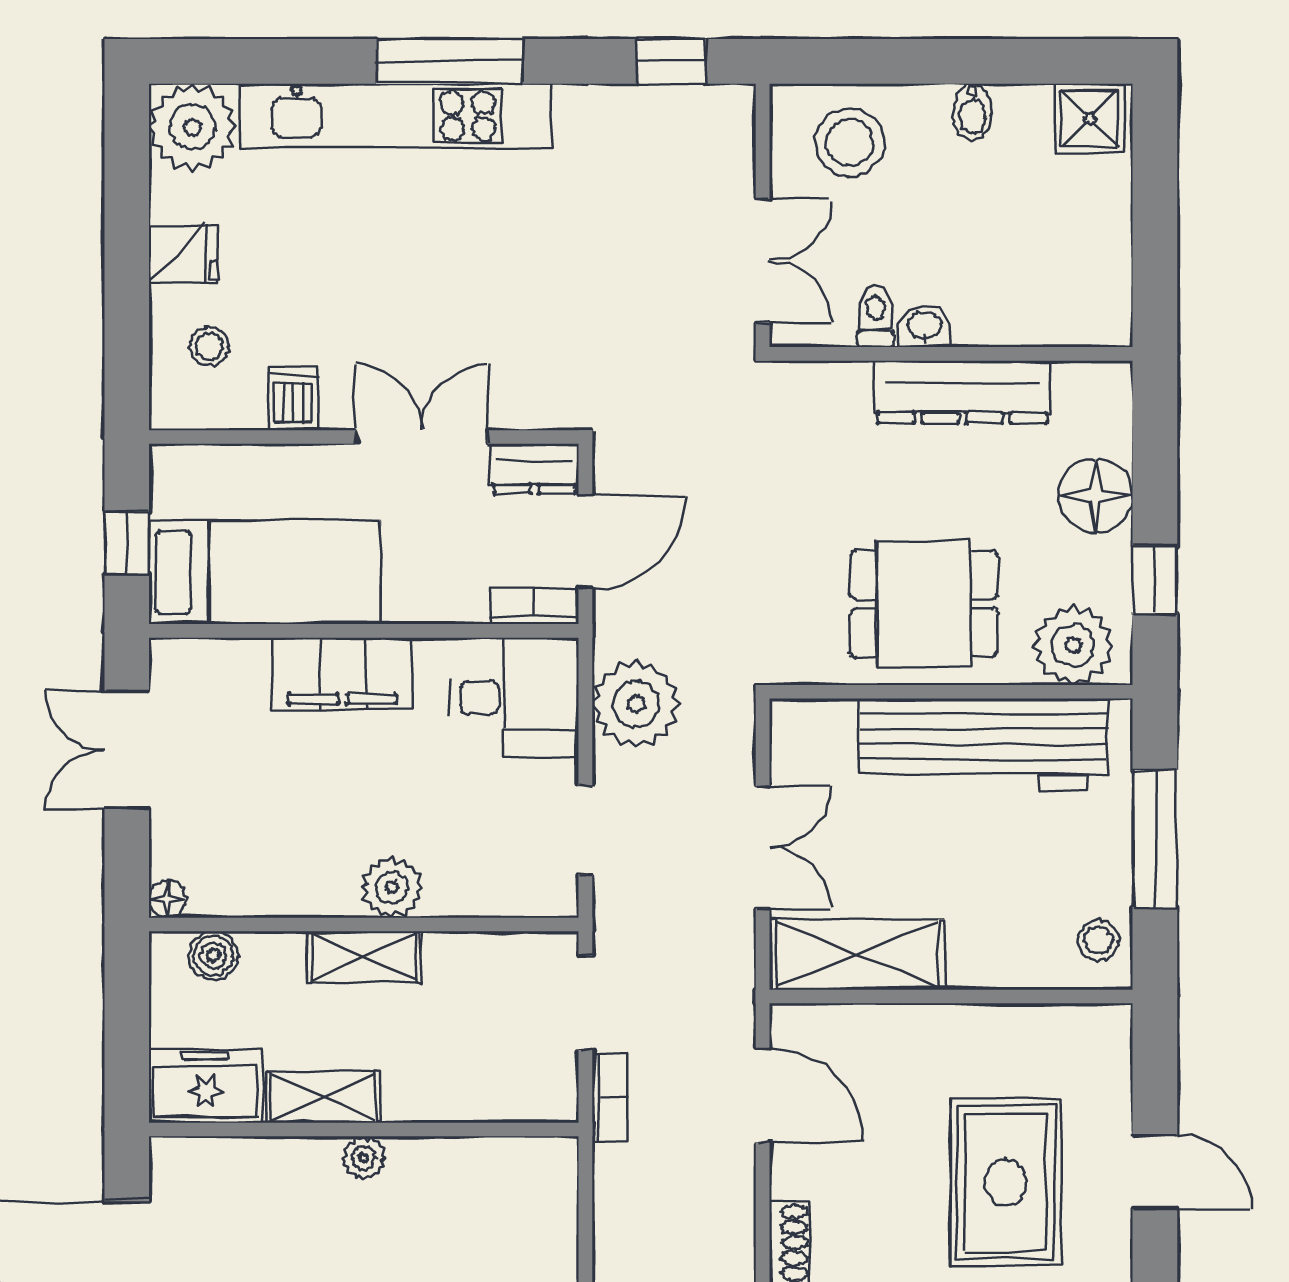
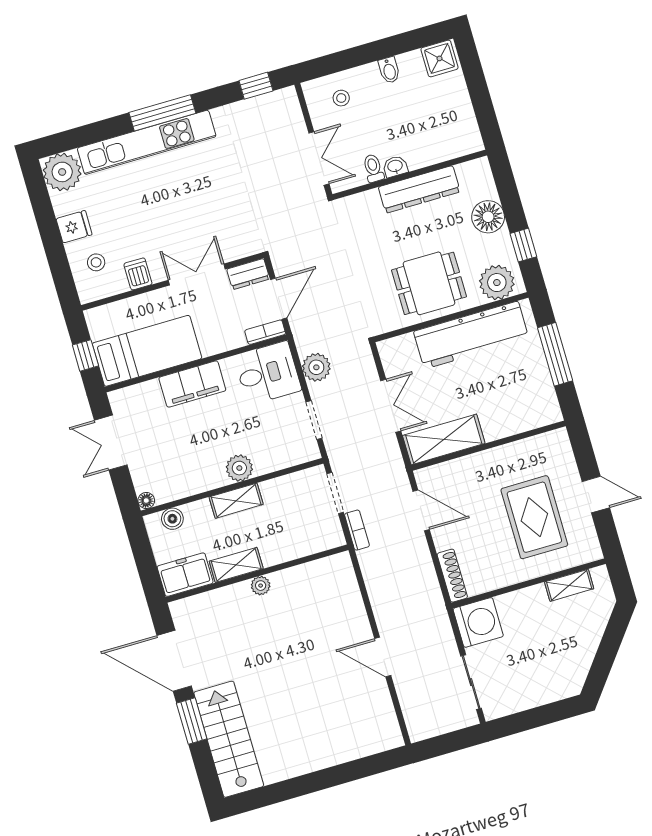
stool: (850, 143) -> (341, 98), width x0.53, depth x0.53
plant: (636, 704) -> (316, 367), width x0.73, depth x0.73
stool: (1098, 940) -> (544, 404), removed

